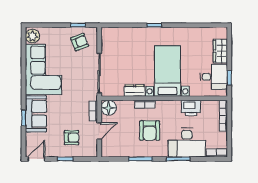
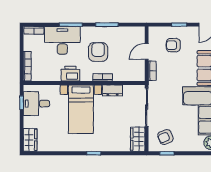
wardrobe: (108, 40) -> (138, 139), added
wardrobe: (220, 51) -> (30, 140), moved
floor lamp: (109, 108) -> (137, 74), removed
printer: (191, 108) -> (70, 74), moved

